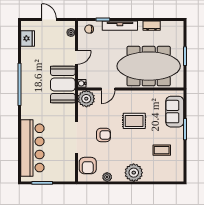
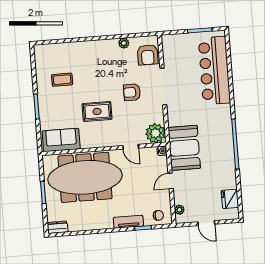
tv unit: (120, 26) -> (128, 222), width x0.71
dresser: (152, 26) -> (57, 227), moved
door: (108, 89) -> (131, 147), swing flipped
sofa: (175, 112) -> (61, 140), moved, turned -90
armchair: (88, 166) -> (148, 55), turned 180
plant: (134, 173) -> (93, 51), removed

